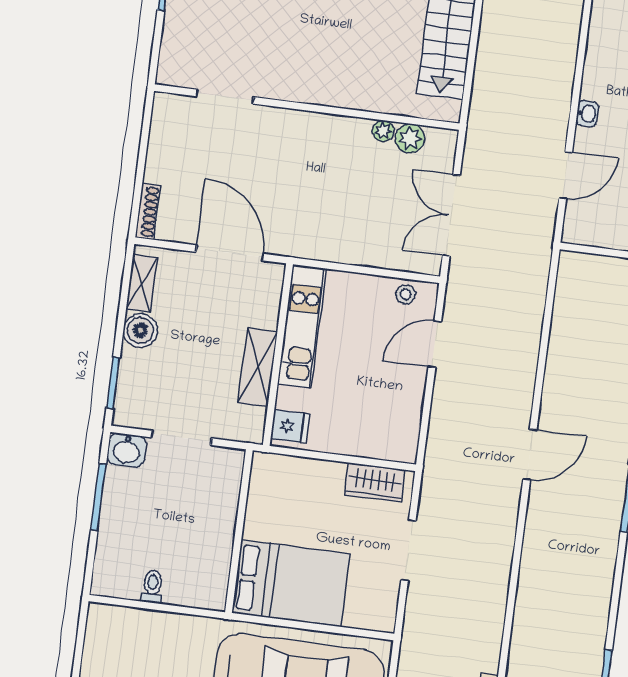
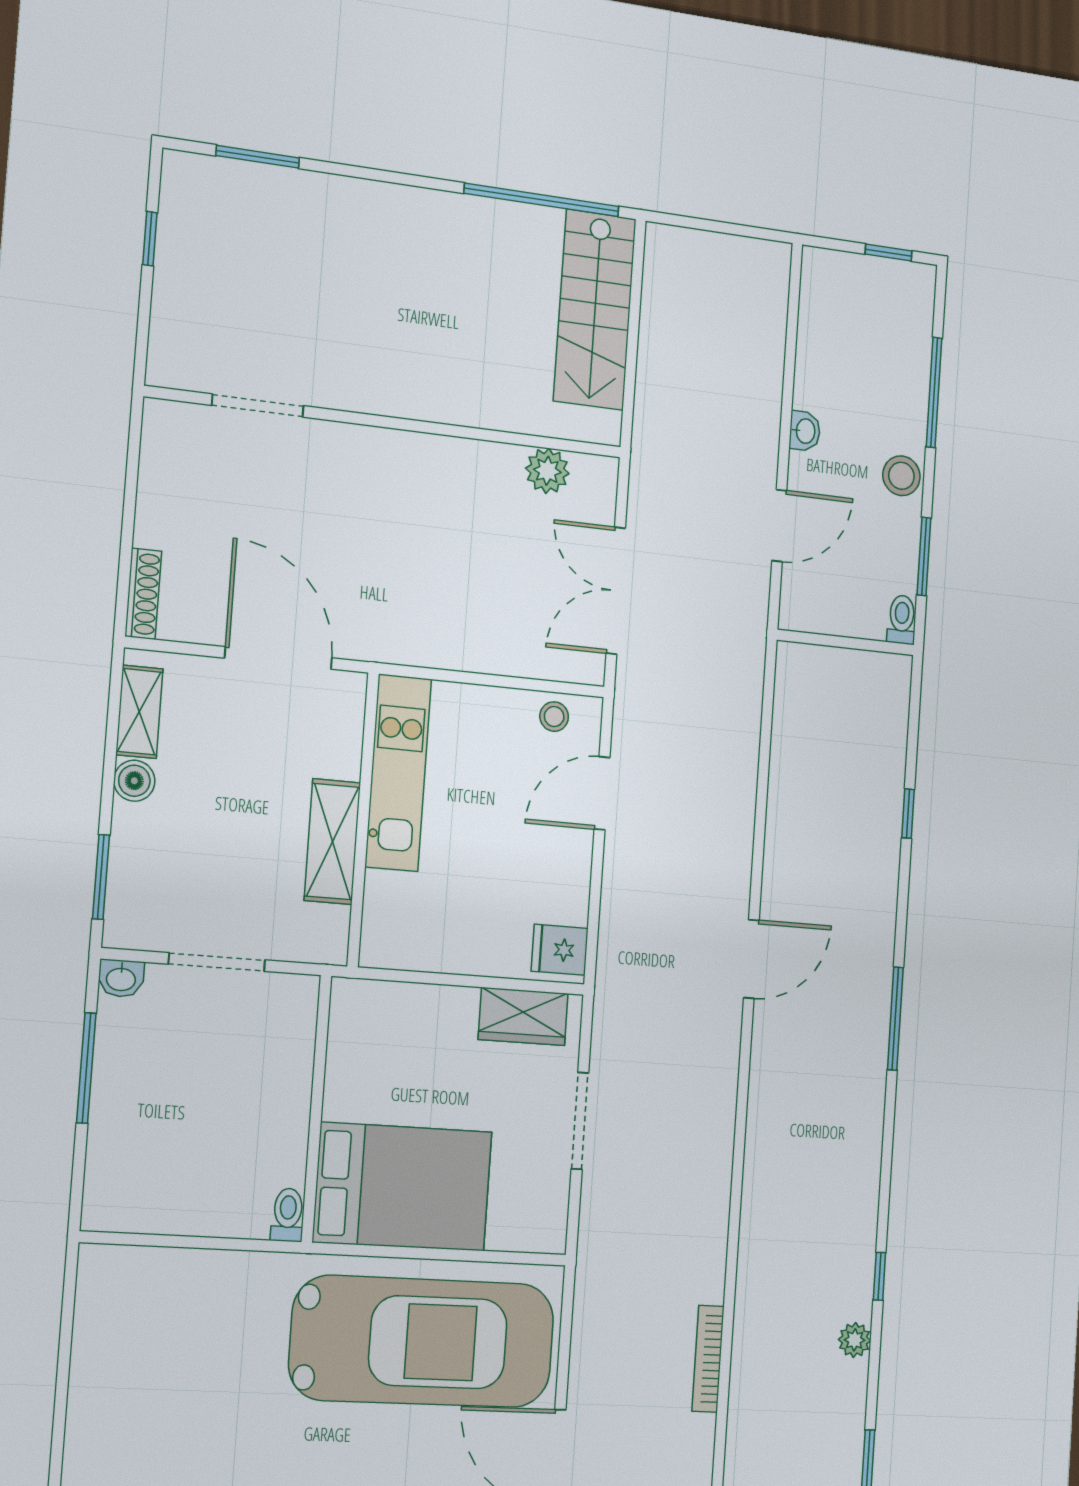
plant: (383, 131) -> (506, 459), removed
boiler: (140, 330) -> (134, 781), width x0.73, depth x0.73
fridge: (290, 426) -> (560, 950), moved, turned 180
washbasin: (127, 450) -> (121, 978), width x0.72, depth x0.69
toilet: (152, 587) -> (288, 1215), moved

